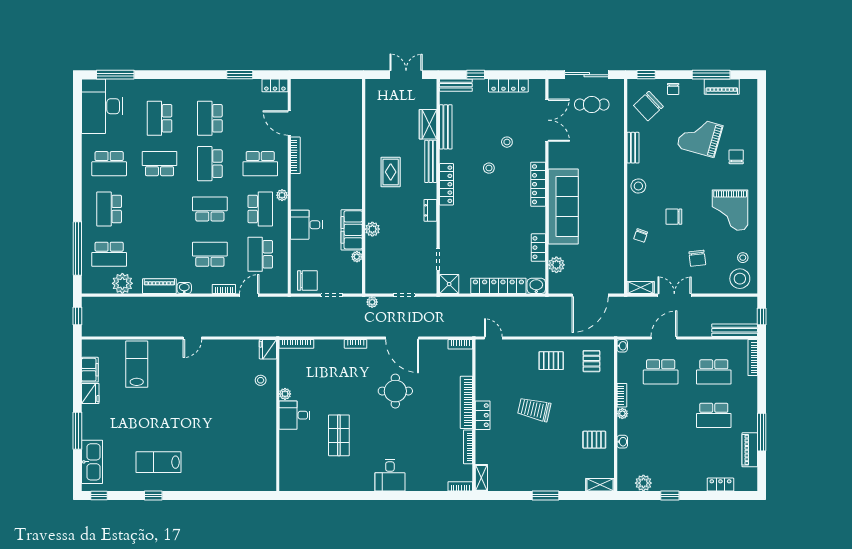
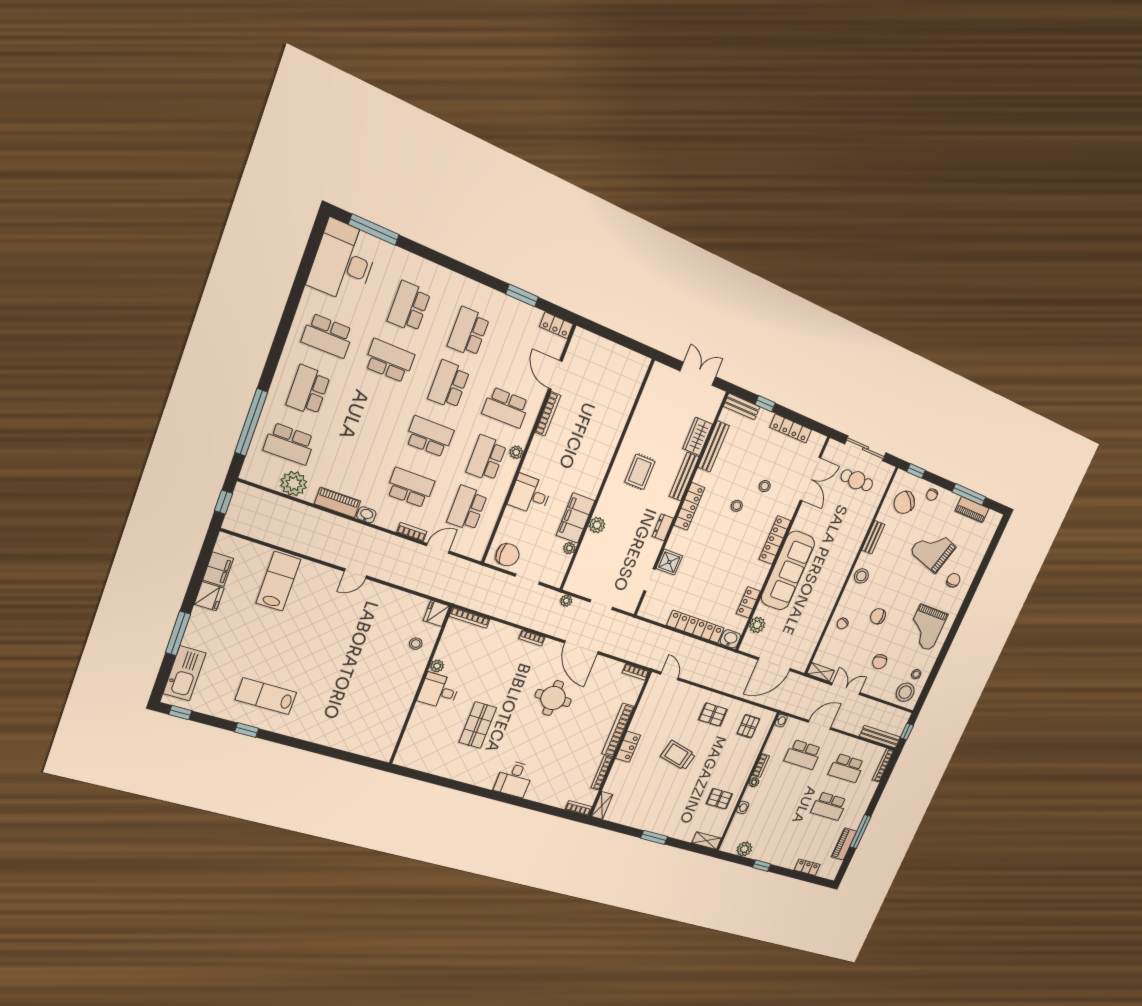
school desk: (260, 209) -> (486, 458), turned 180
shower: (449, 284) -> (669, 562), moved

